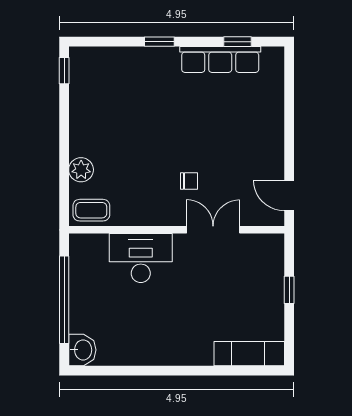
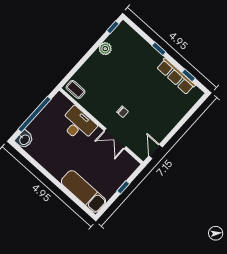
plant: (81, 170) -> (105, 49), moved
double door: (213, 230) -> (115, 139), swing flipped
exam couch: (249, 354) -> (83, 191), width x1.36, depth x1.45

